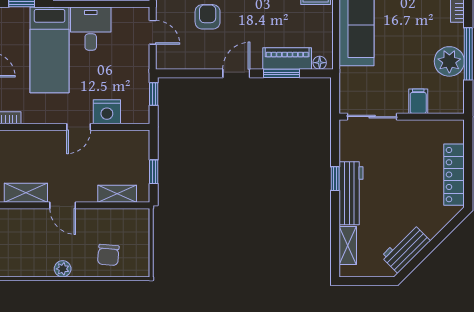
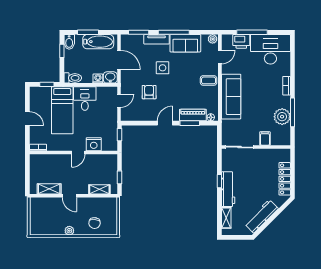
door: (153, 32) -> (119, 101), hinge flipped
workbench: (406, 249) -> (261, 216), width x1.38

